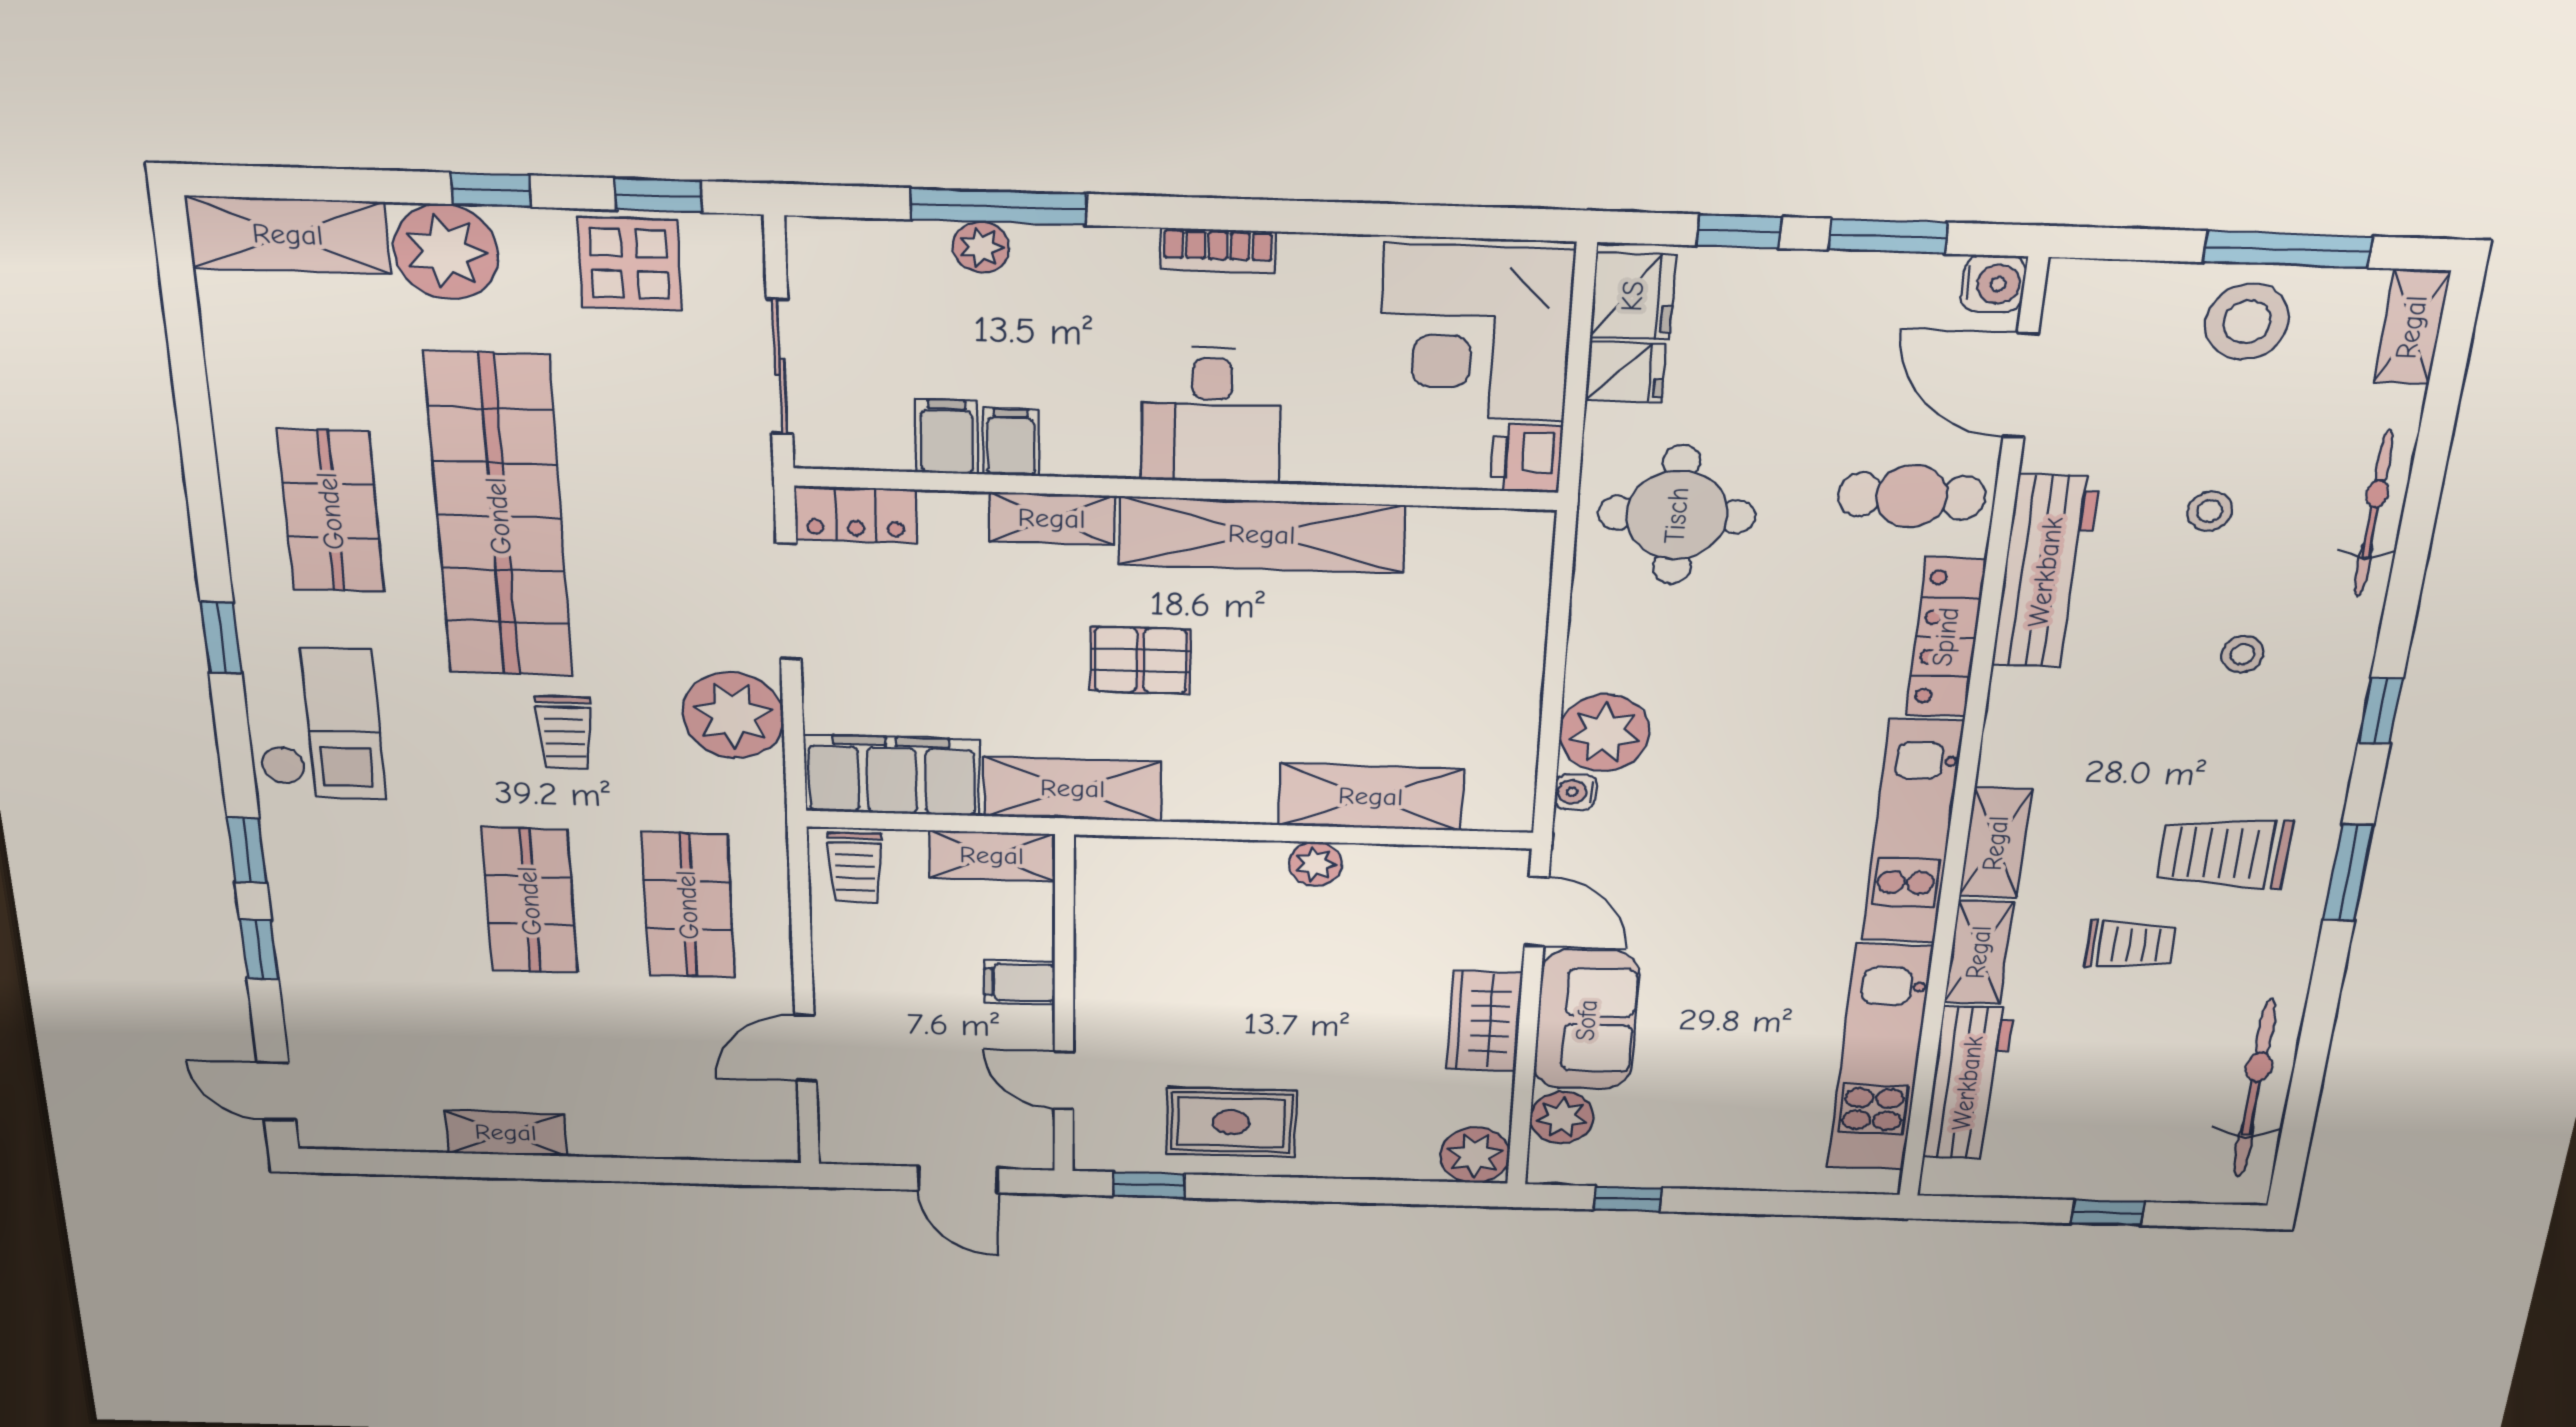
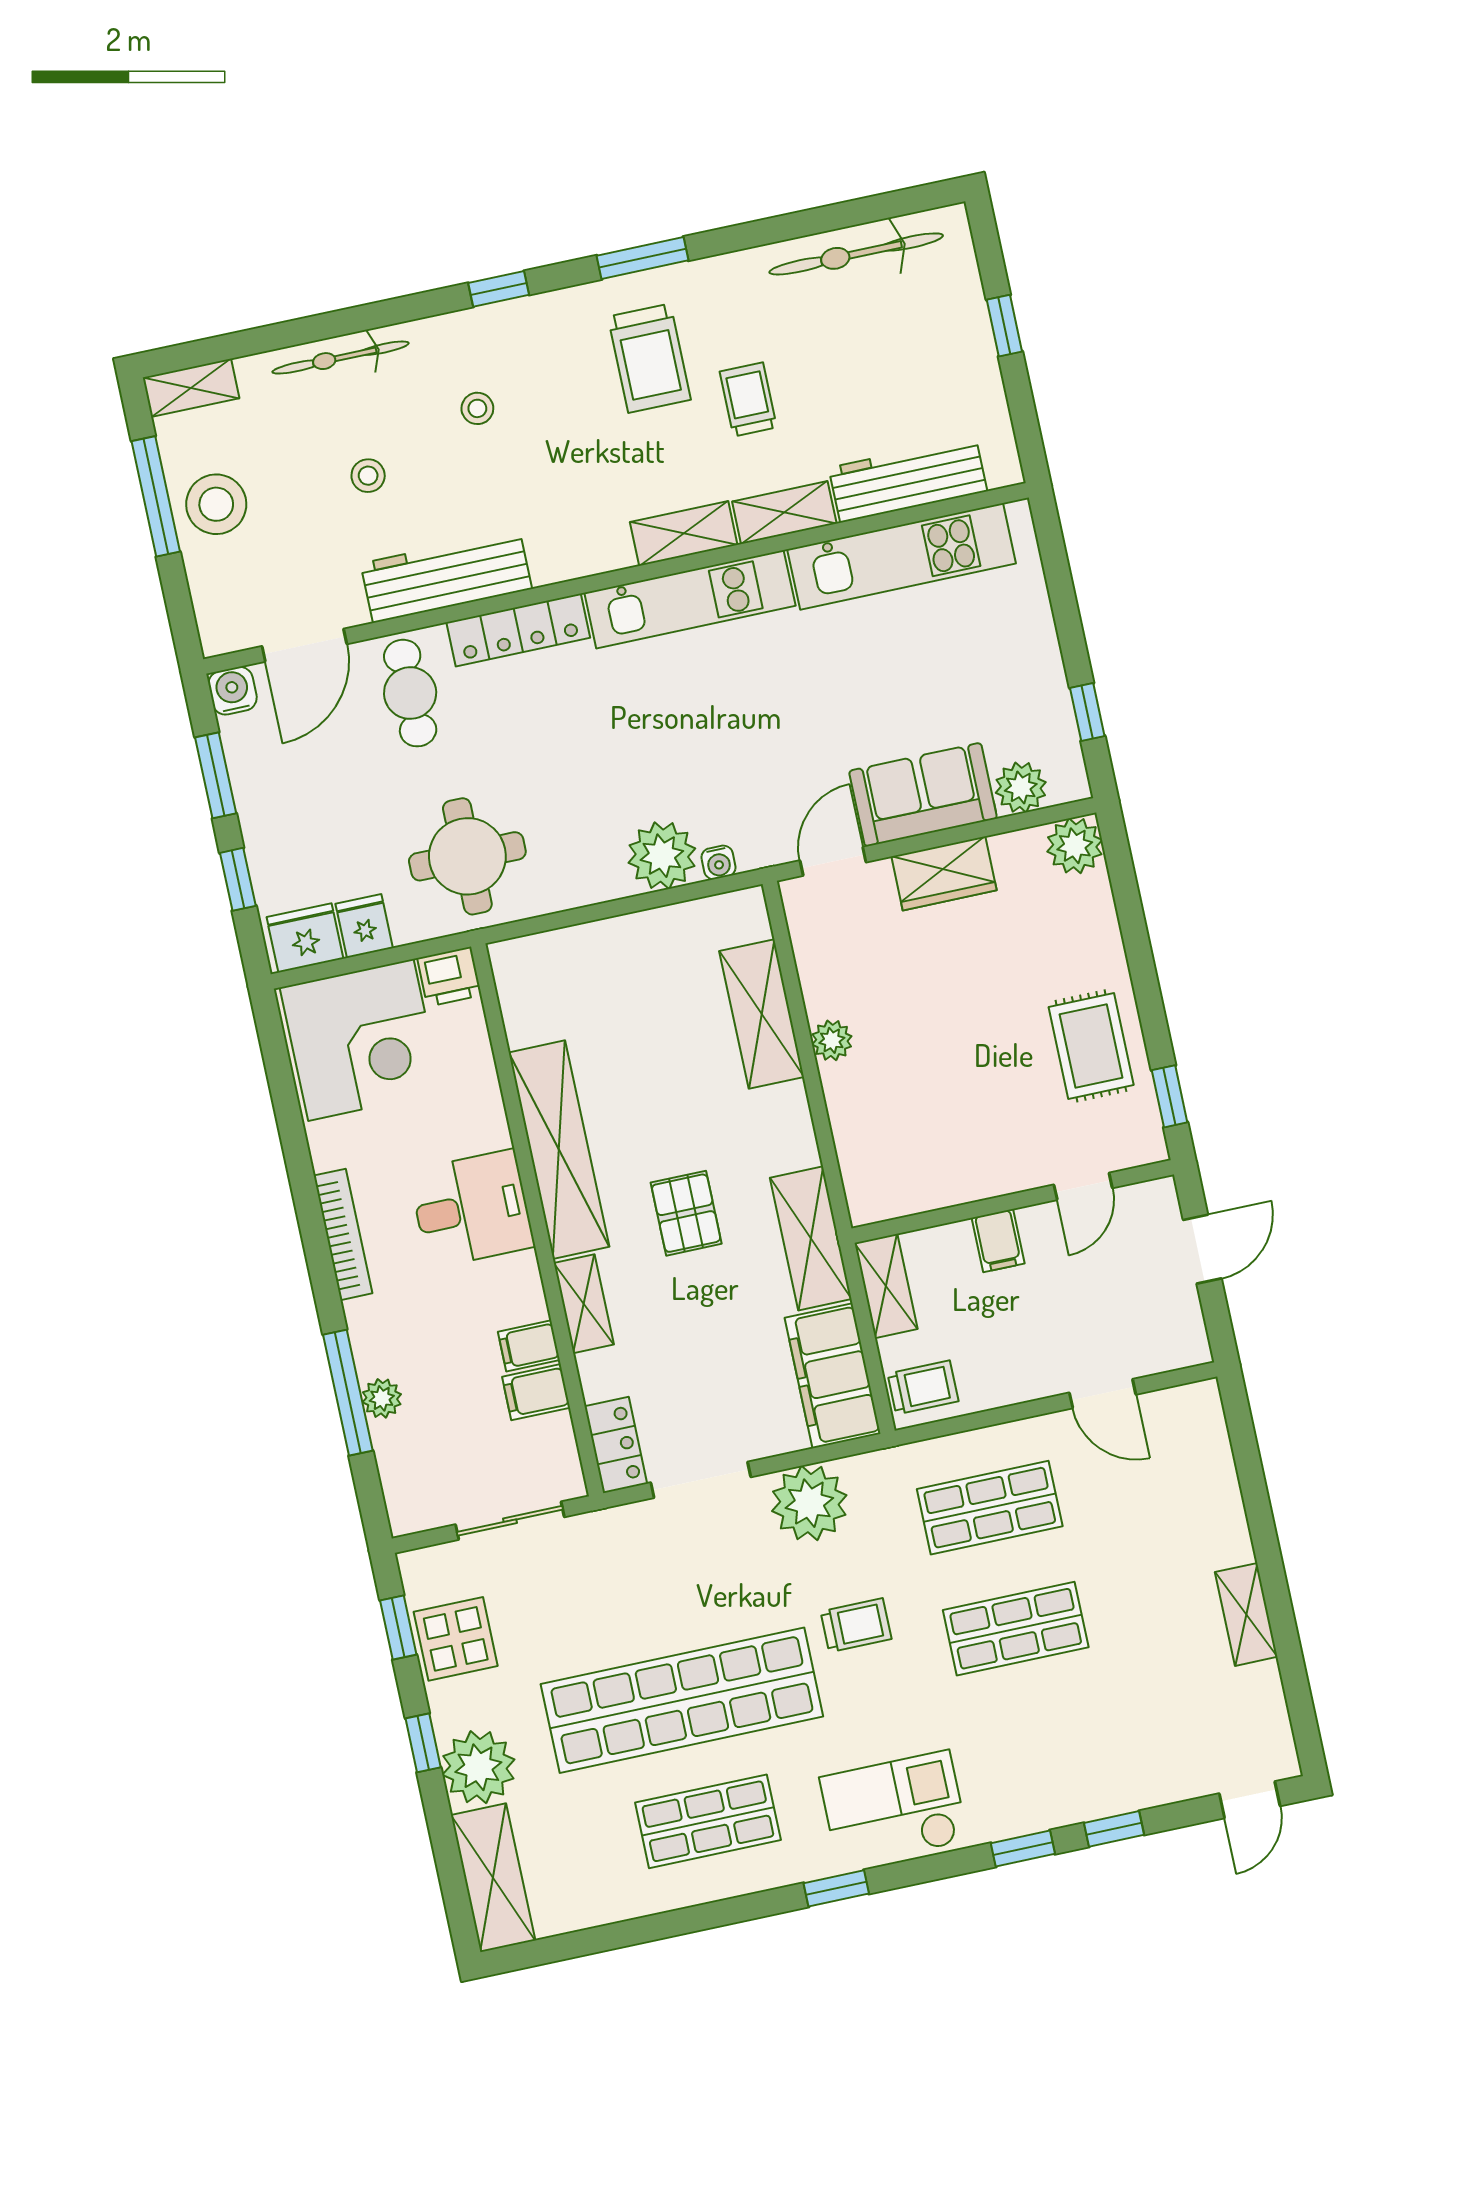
bookcase: (1218, 251) -> (343, 1234), width x1.56

